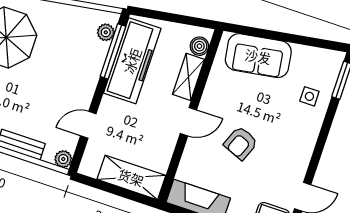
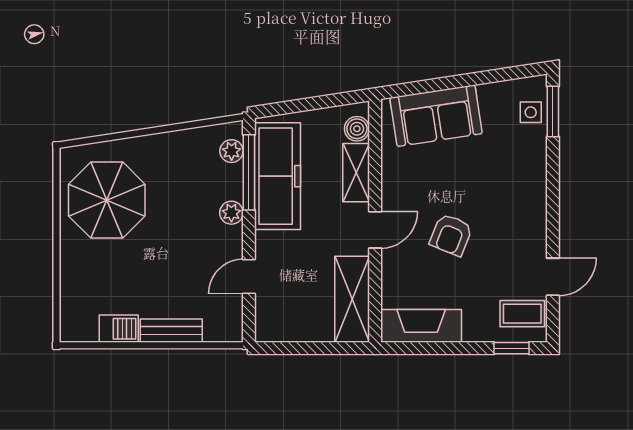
side table: (309, 96) -> (531, 112), moved
plant: (63, 159) -> (231, 213), moved
shelving: (131, 177) -> (352, 299), moved, turned 90

